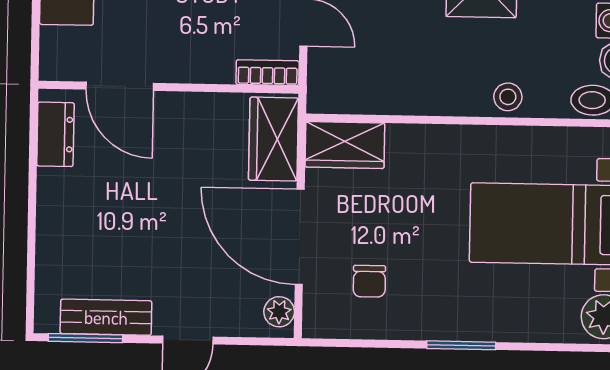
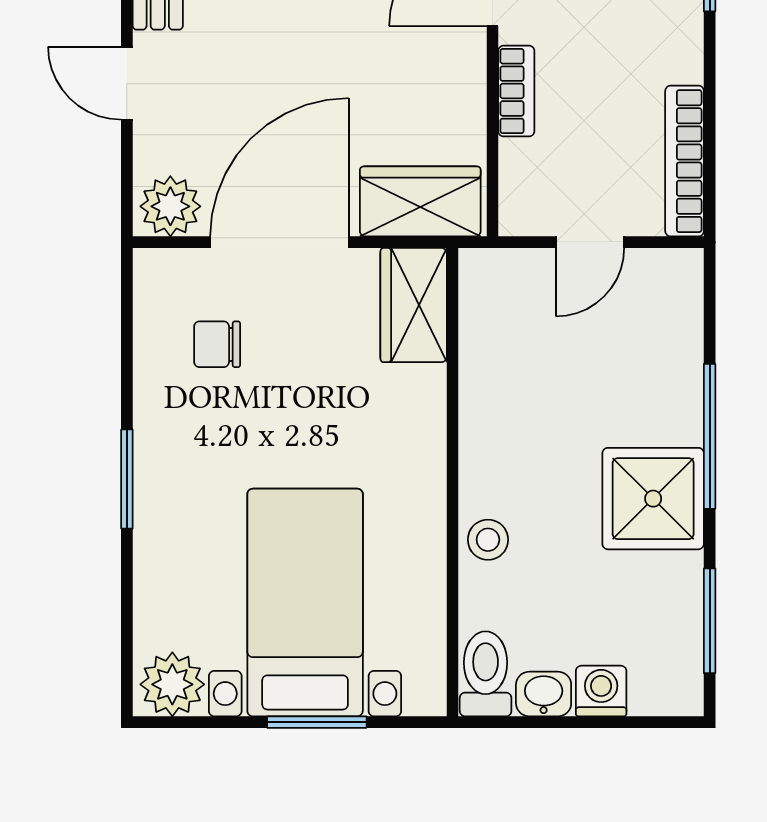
bookcase: (268, 73) -> (516, 91), moved
plant: (279, 312) -> (170, 206), width x1.38, depth x1.38

